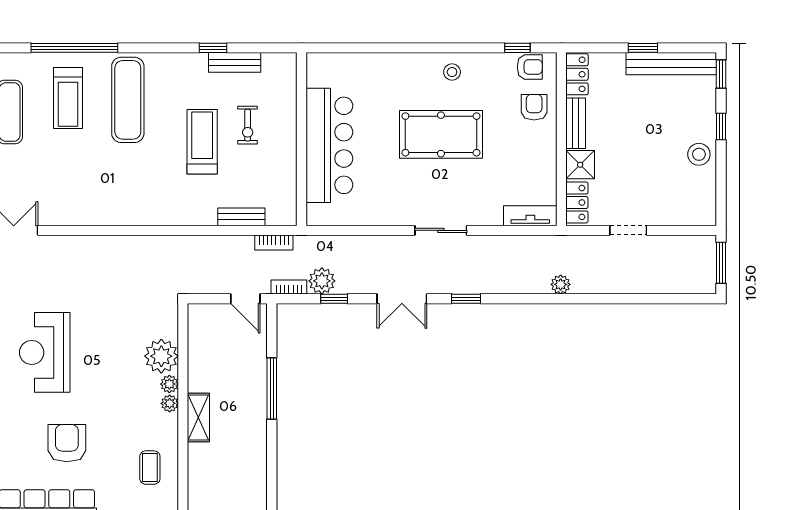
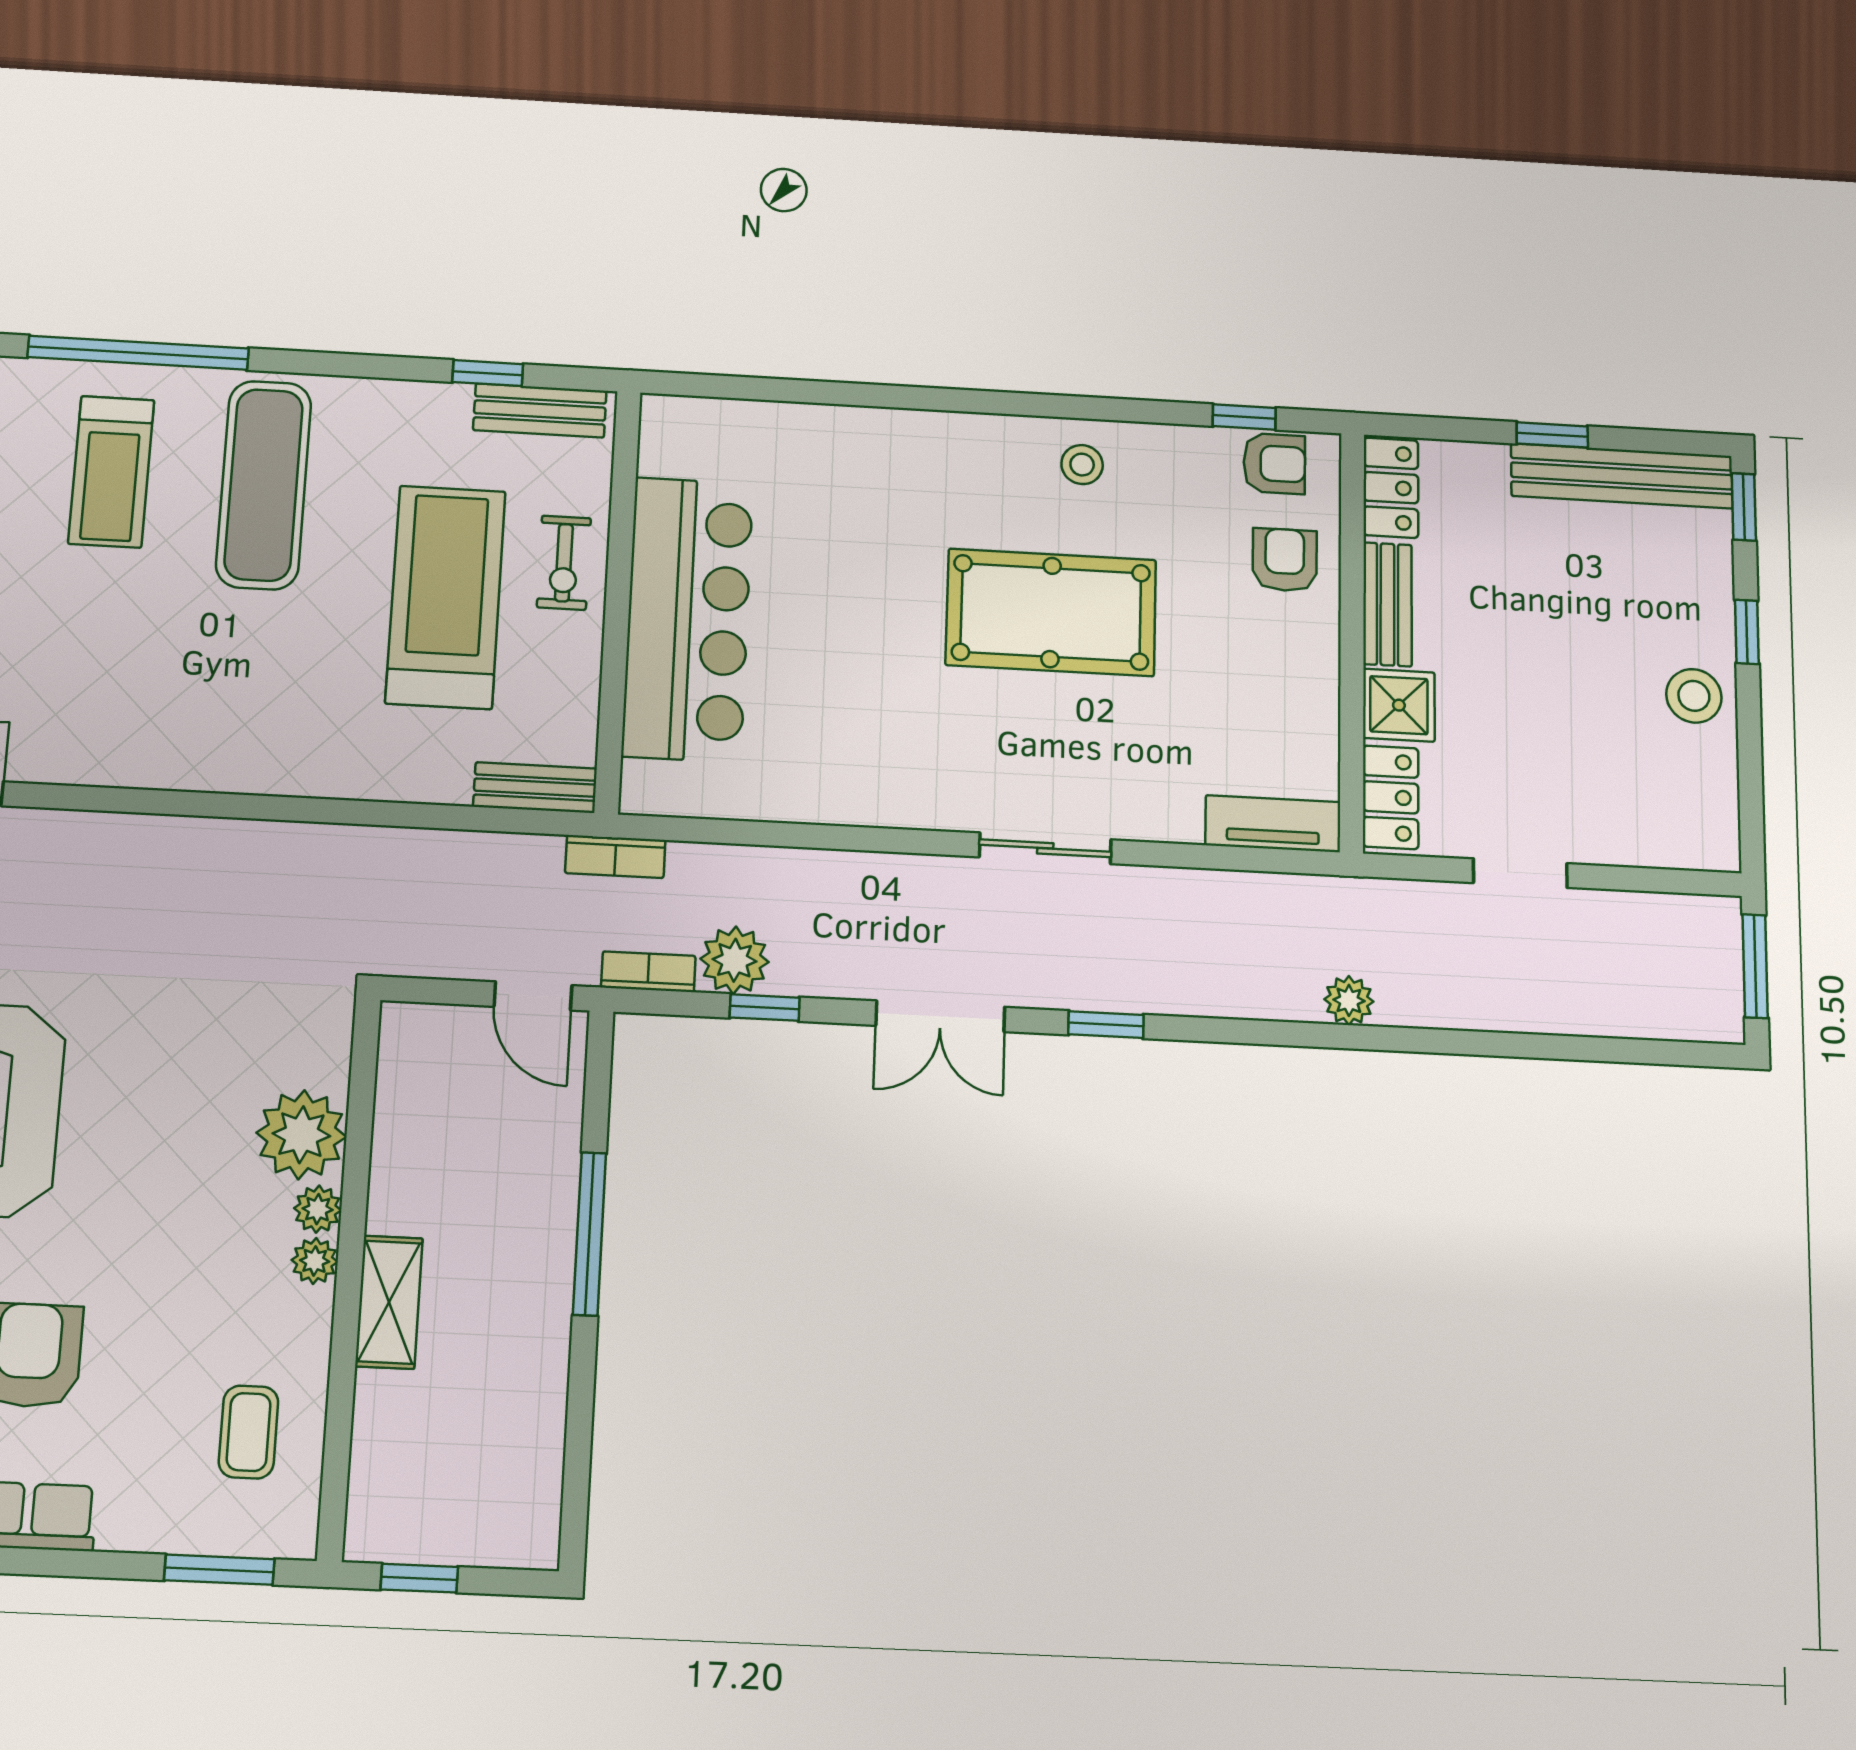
wall: (301, 139) -> (618, 600), moved
treadmill: (202, 142) -> (446, 597), width x1.37, depth x1.38
bar counter: (329, 145) -> (688, 619), moved

